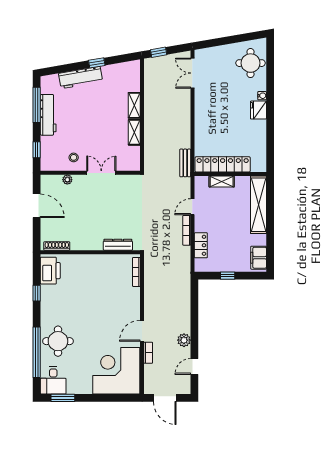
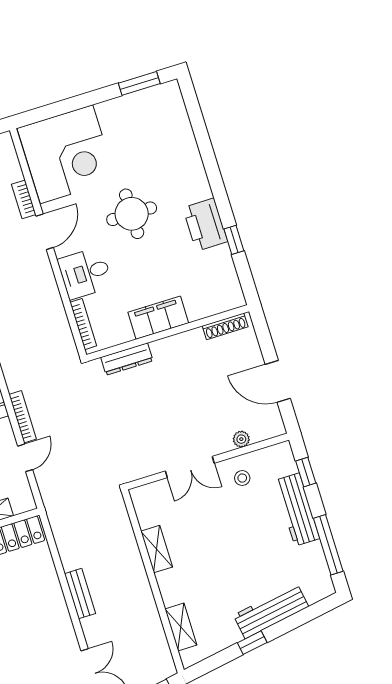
shelving: (134, 105) -> (181, 627), moved
workbench: (48, 115) -> (297, 510), moved
bench: (185, 163) -> (80, 594), moved
filing cabinet: (93, 263) -> (158, 318), added
printer: (50, 271) -> (205, 225), moved
round table: (58, 341) -> (132, 214), moved
window: (37, 352) -> (204, 144), removed
desk: (53, 380) -> (85, 273), moved, turned -90

